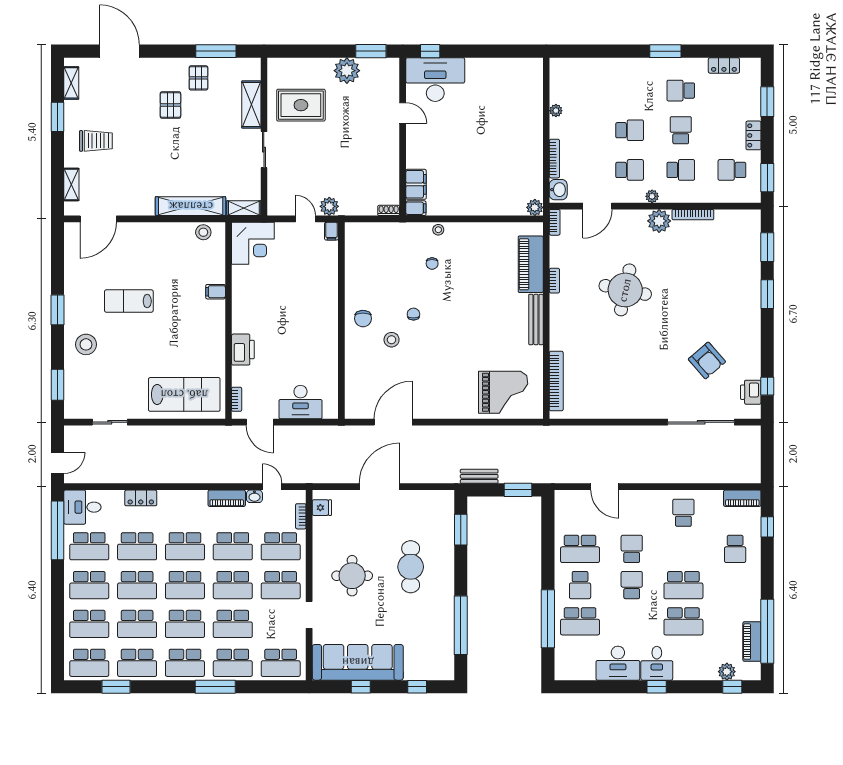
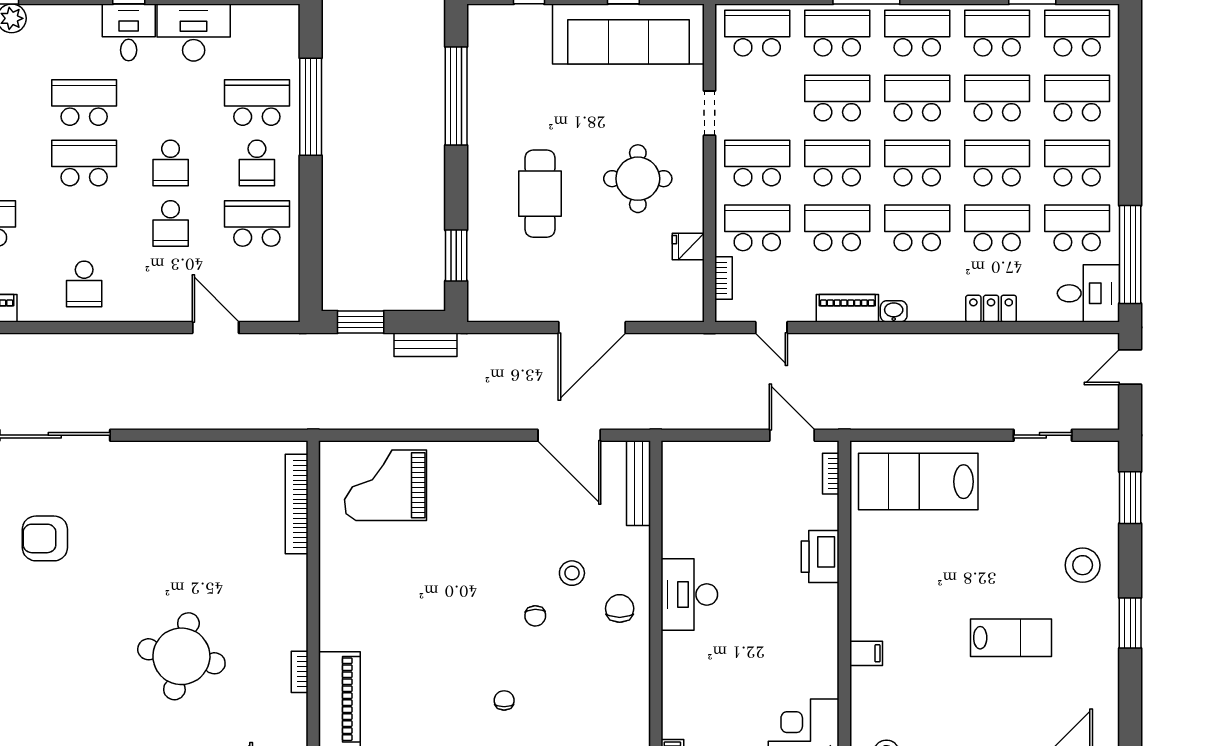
bench: (536, 319) -> (638, 483), moved
armchair: (707, 360) -> (45, 538), turned -49
desk: (300, 402) -> (689, 594), moved, turned -90
door: (393, 422) -> (569, 435), hinge flipped
washbasin: (254, 496) -> (894, 311), moved
fridge: (322, 508) -> (688, 246), moved
school desk: (580, 585) -> (257, 163), turned 180

